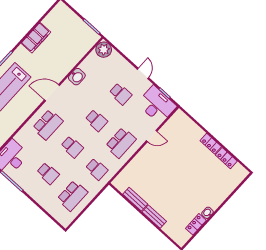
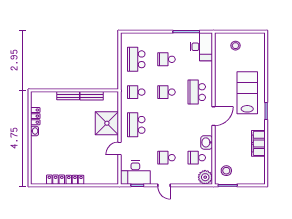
stool: (82, 39) -> (226, 171), added
school desk: (96, 120) -> (197, 158), moved
shower: (143, 166) -> (107, 123), added

